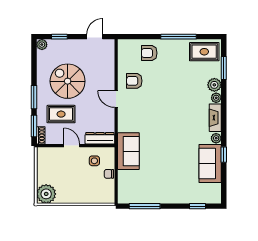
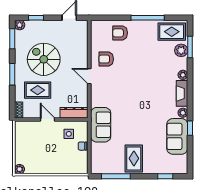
plant: (214, 85) -> (181, 50), moved
window: (34, 126) -> (12, 39), moved
rug: (164, 187) -> (134, 158), added
plant: (46, 194) -> (19, 169), width x0.53, depth x0.53

